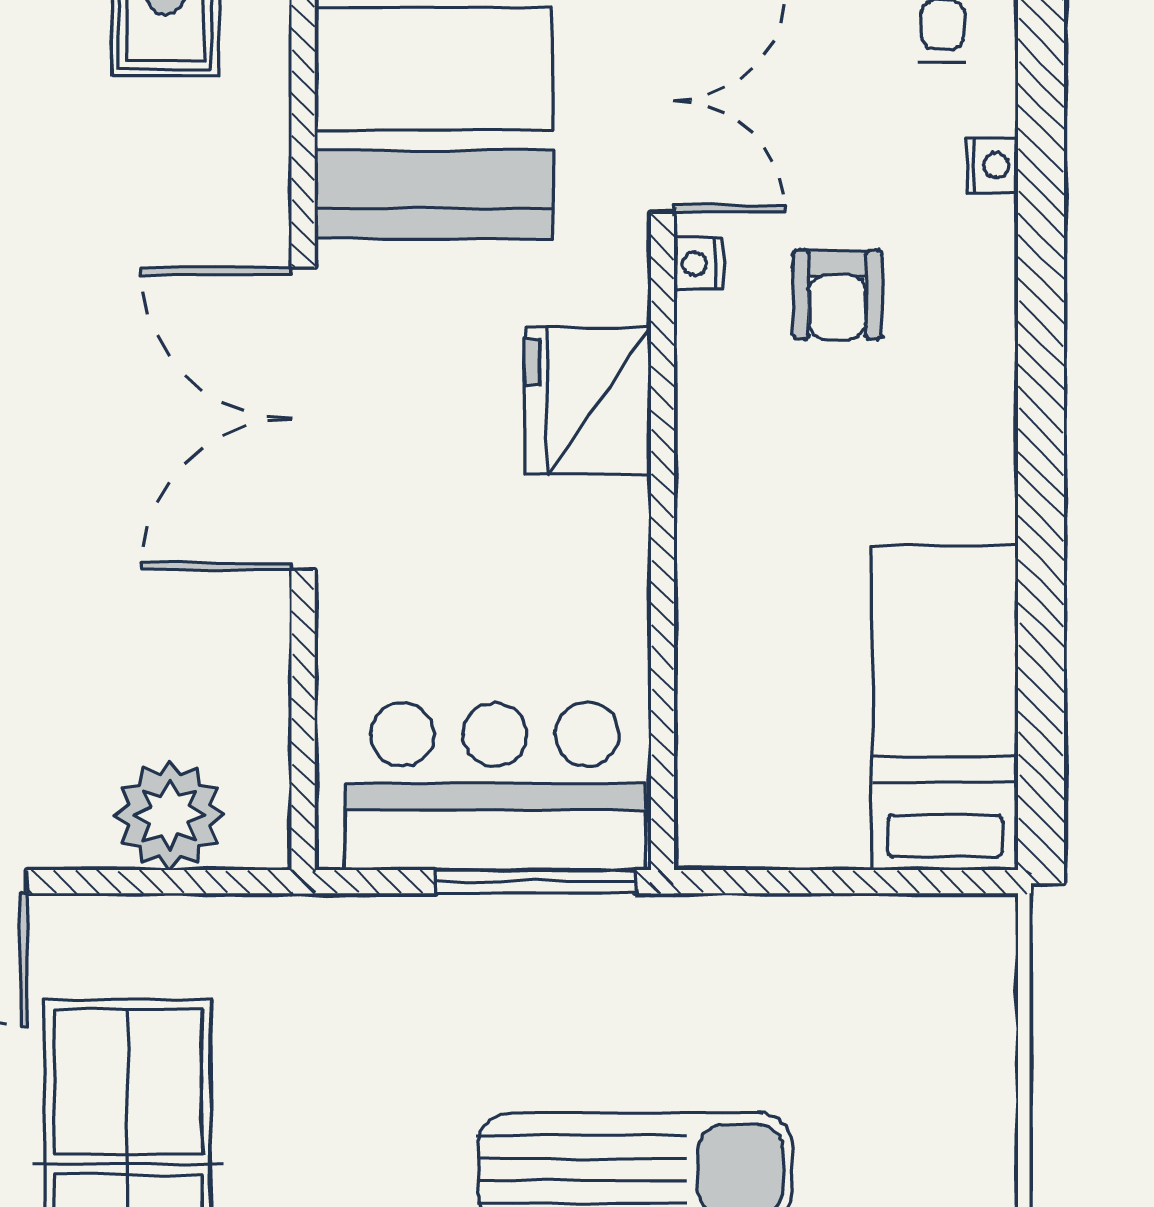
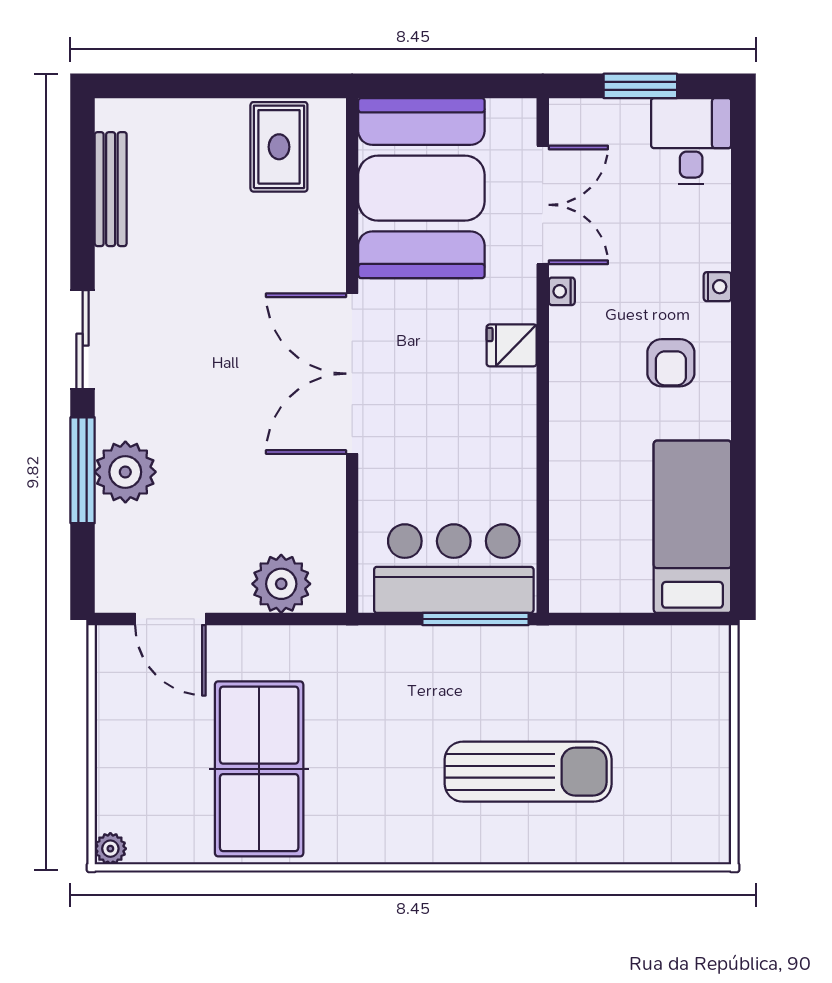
nightstand: (992, 165) -> (717, 287), moved
armchair: (837, 295) -> (671, 363), moved
fridge: (588, 401) -> (512, 345), width x0.53, depth x0.75

